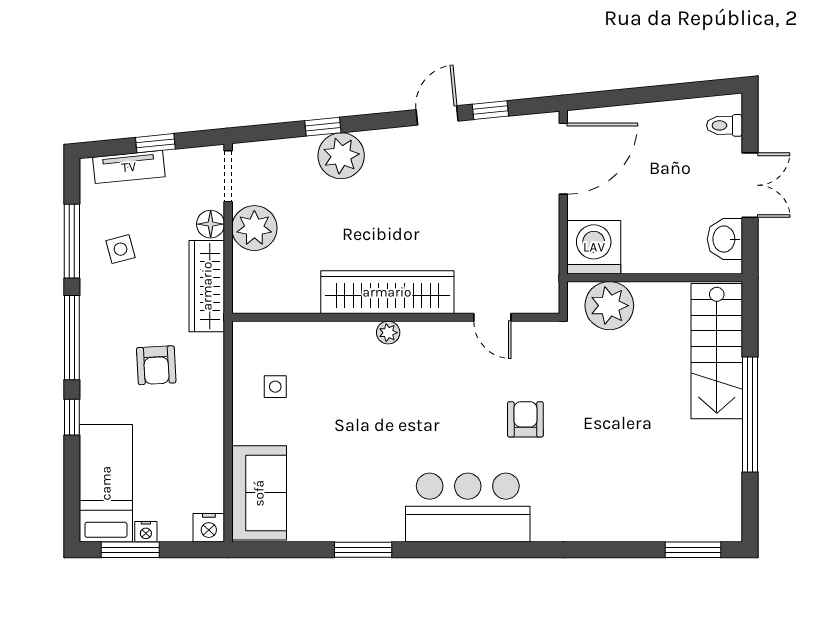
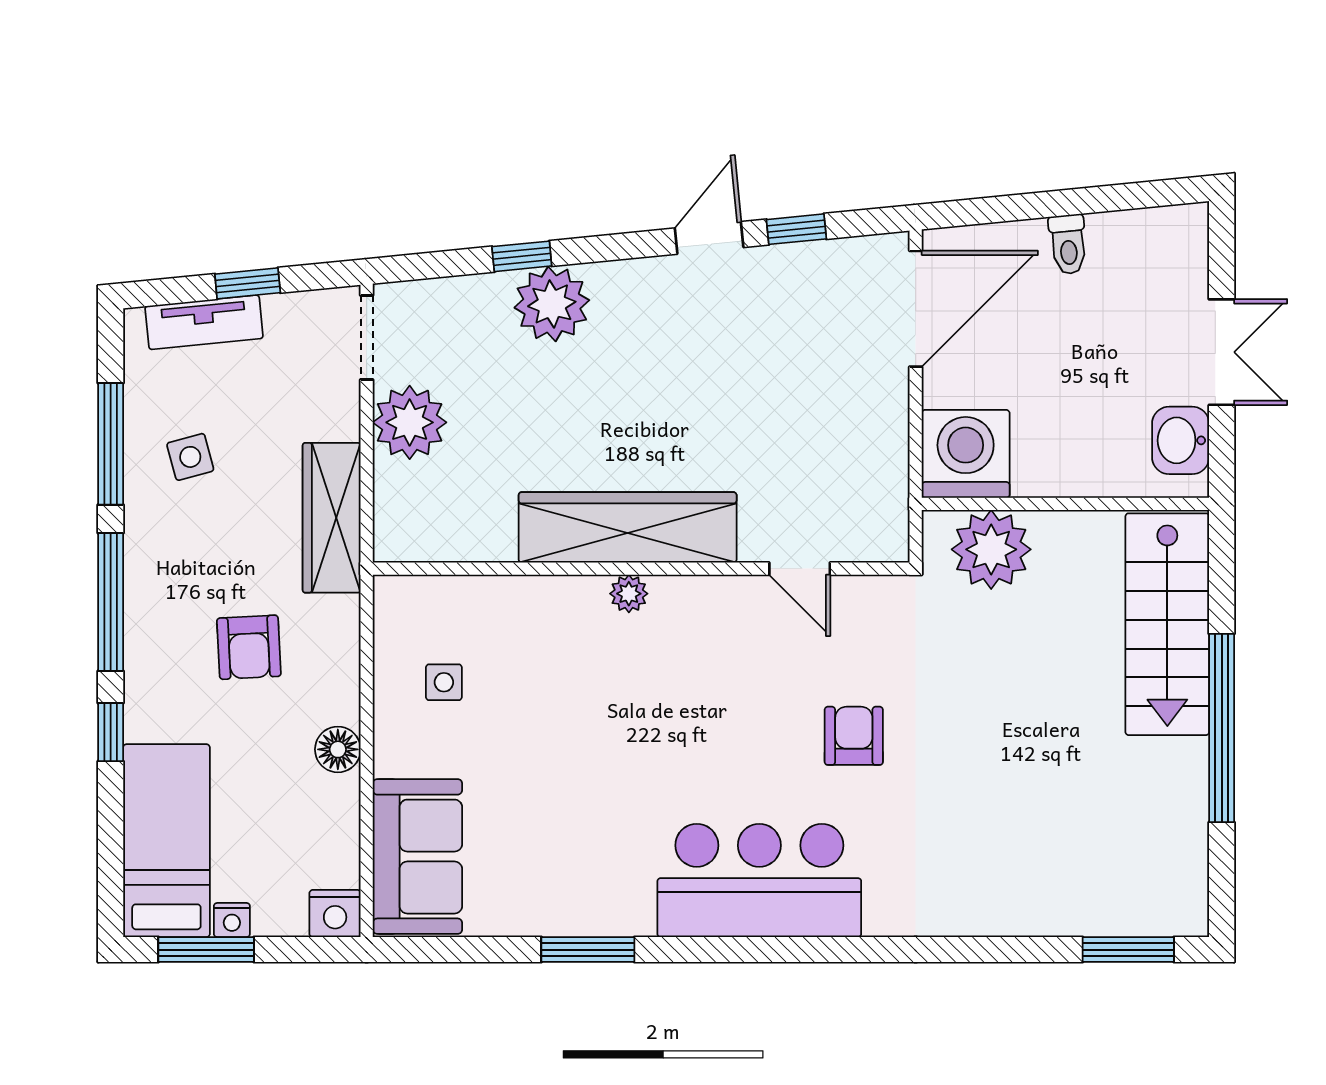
toilet: (724, 125) -> (1068, 244), moved, turned -96
floor lamp: (211, 224) -> (338, 749), moved

